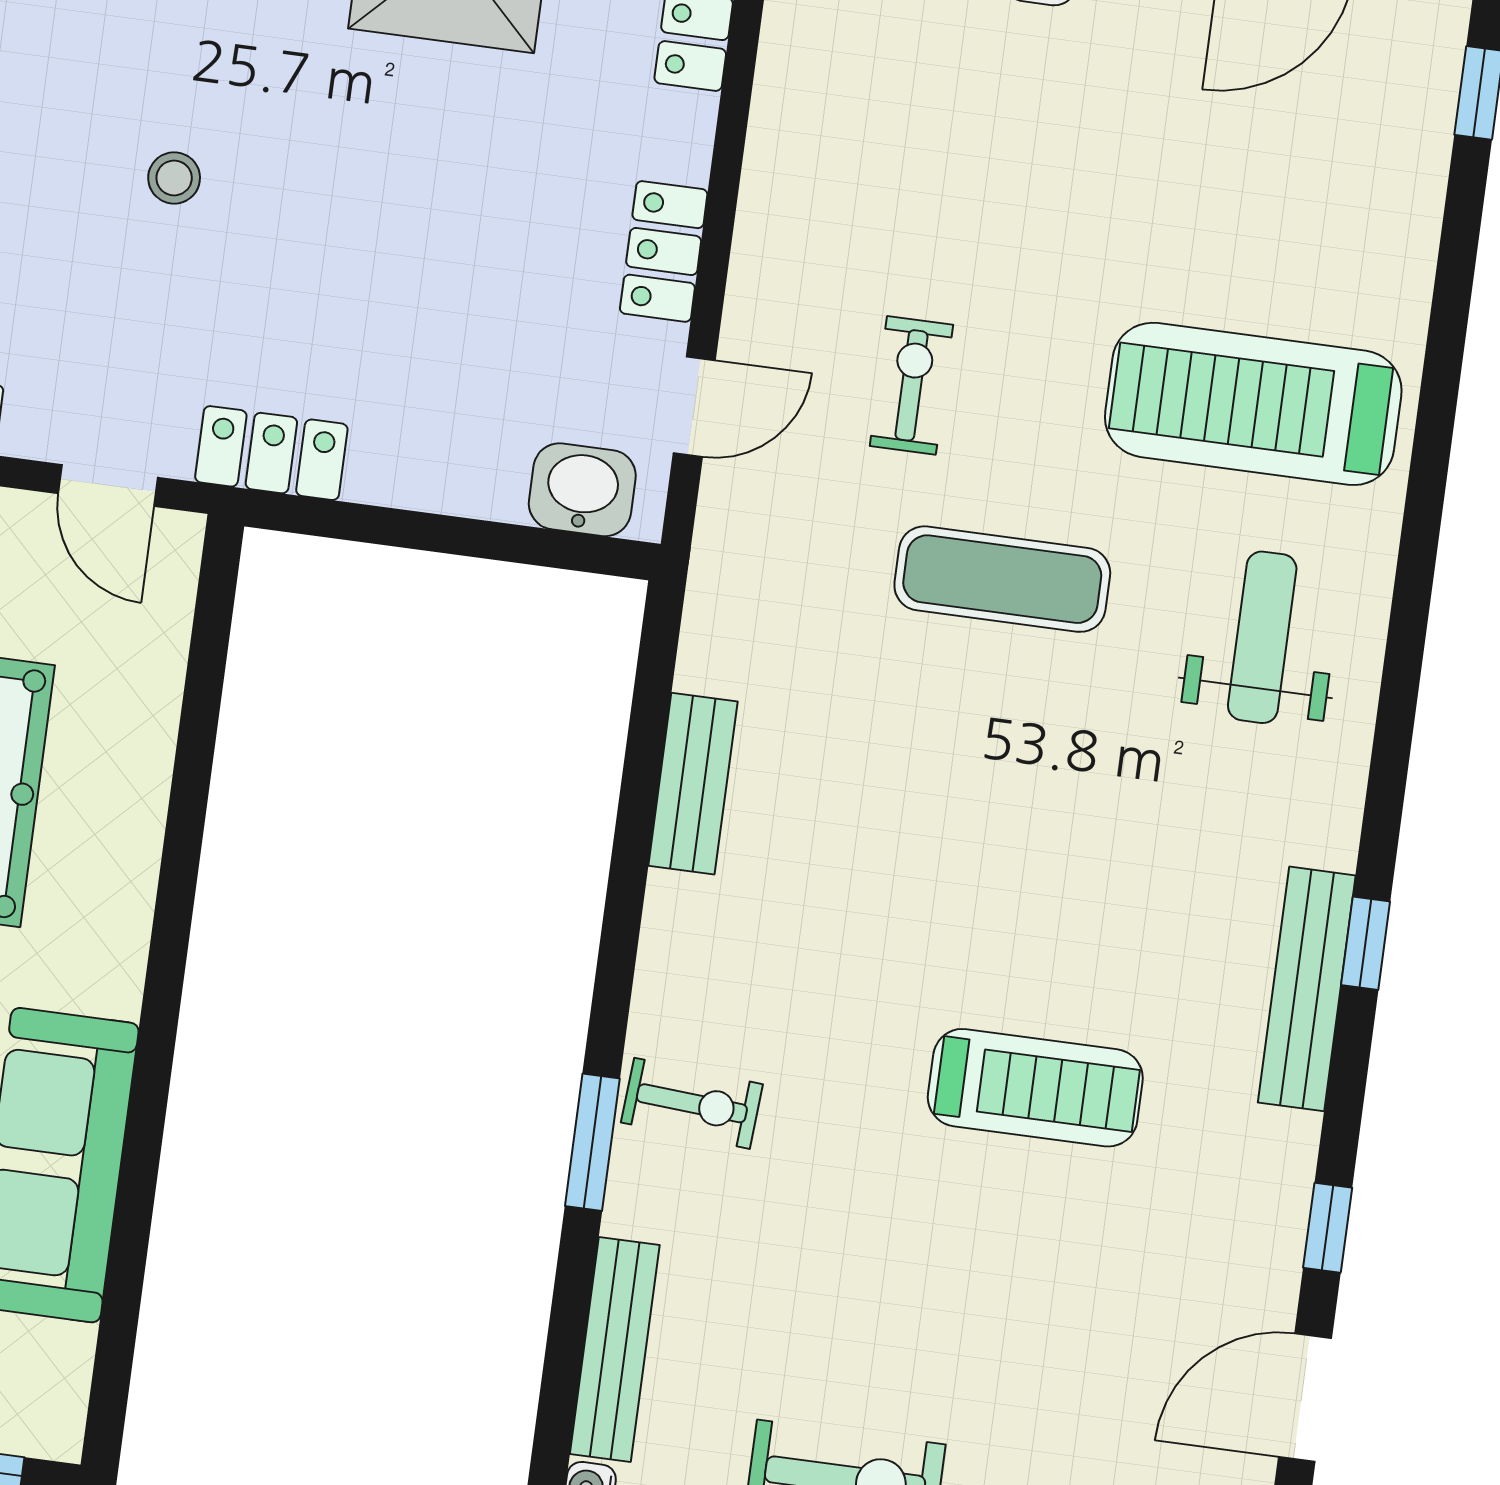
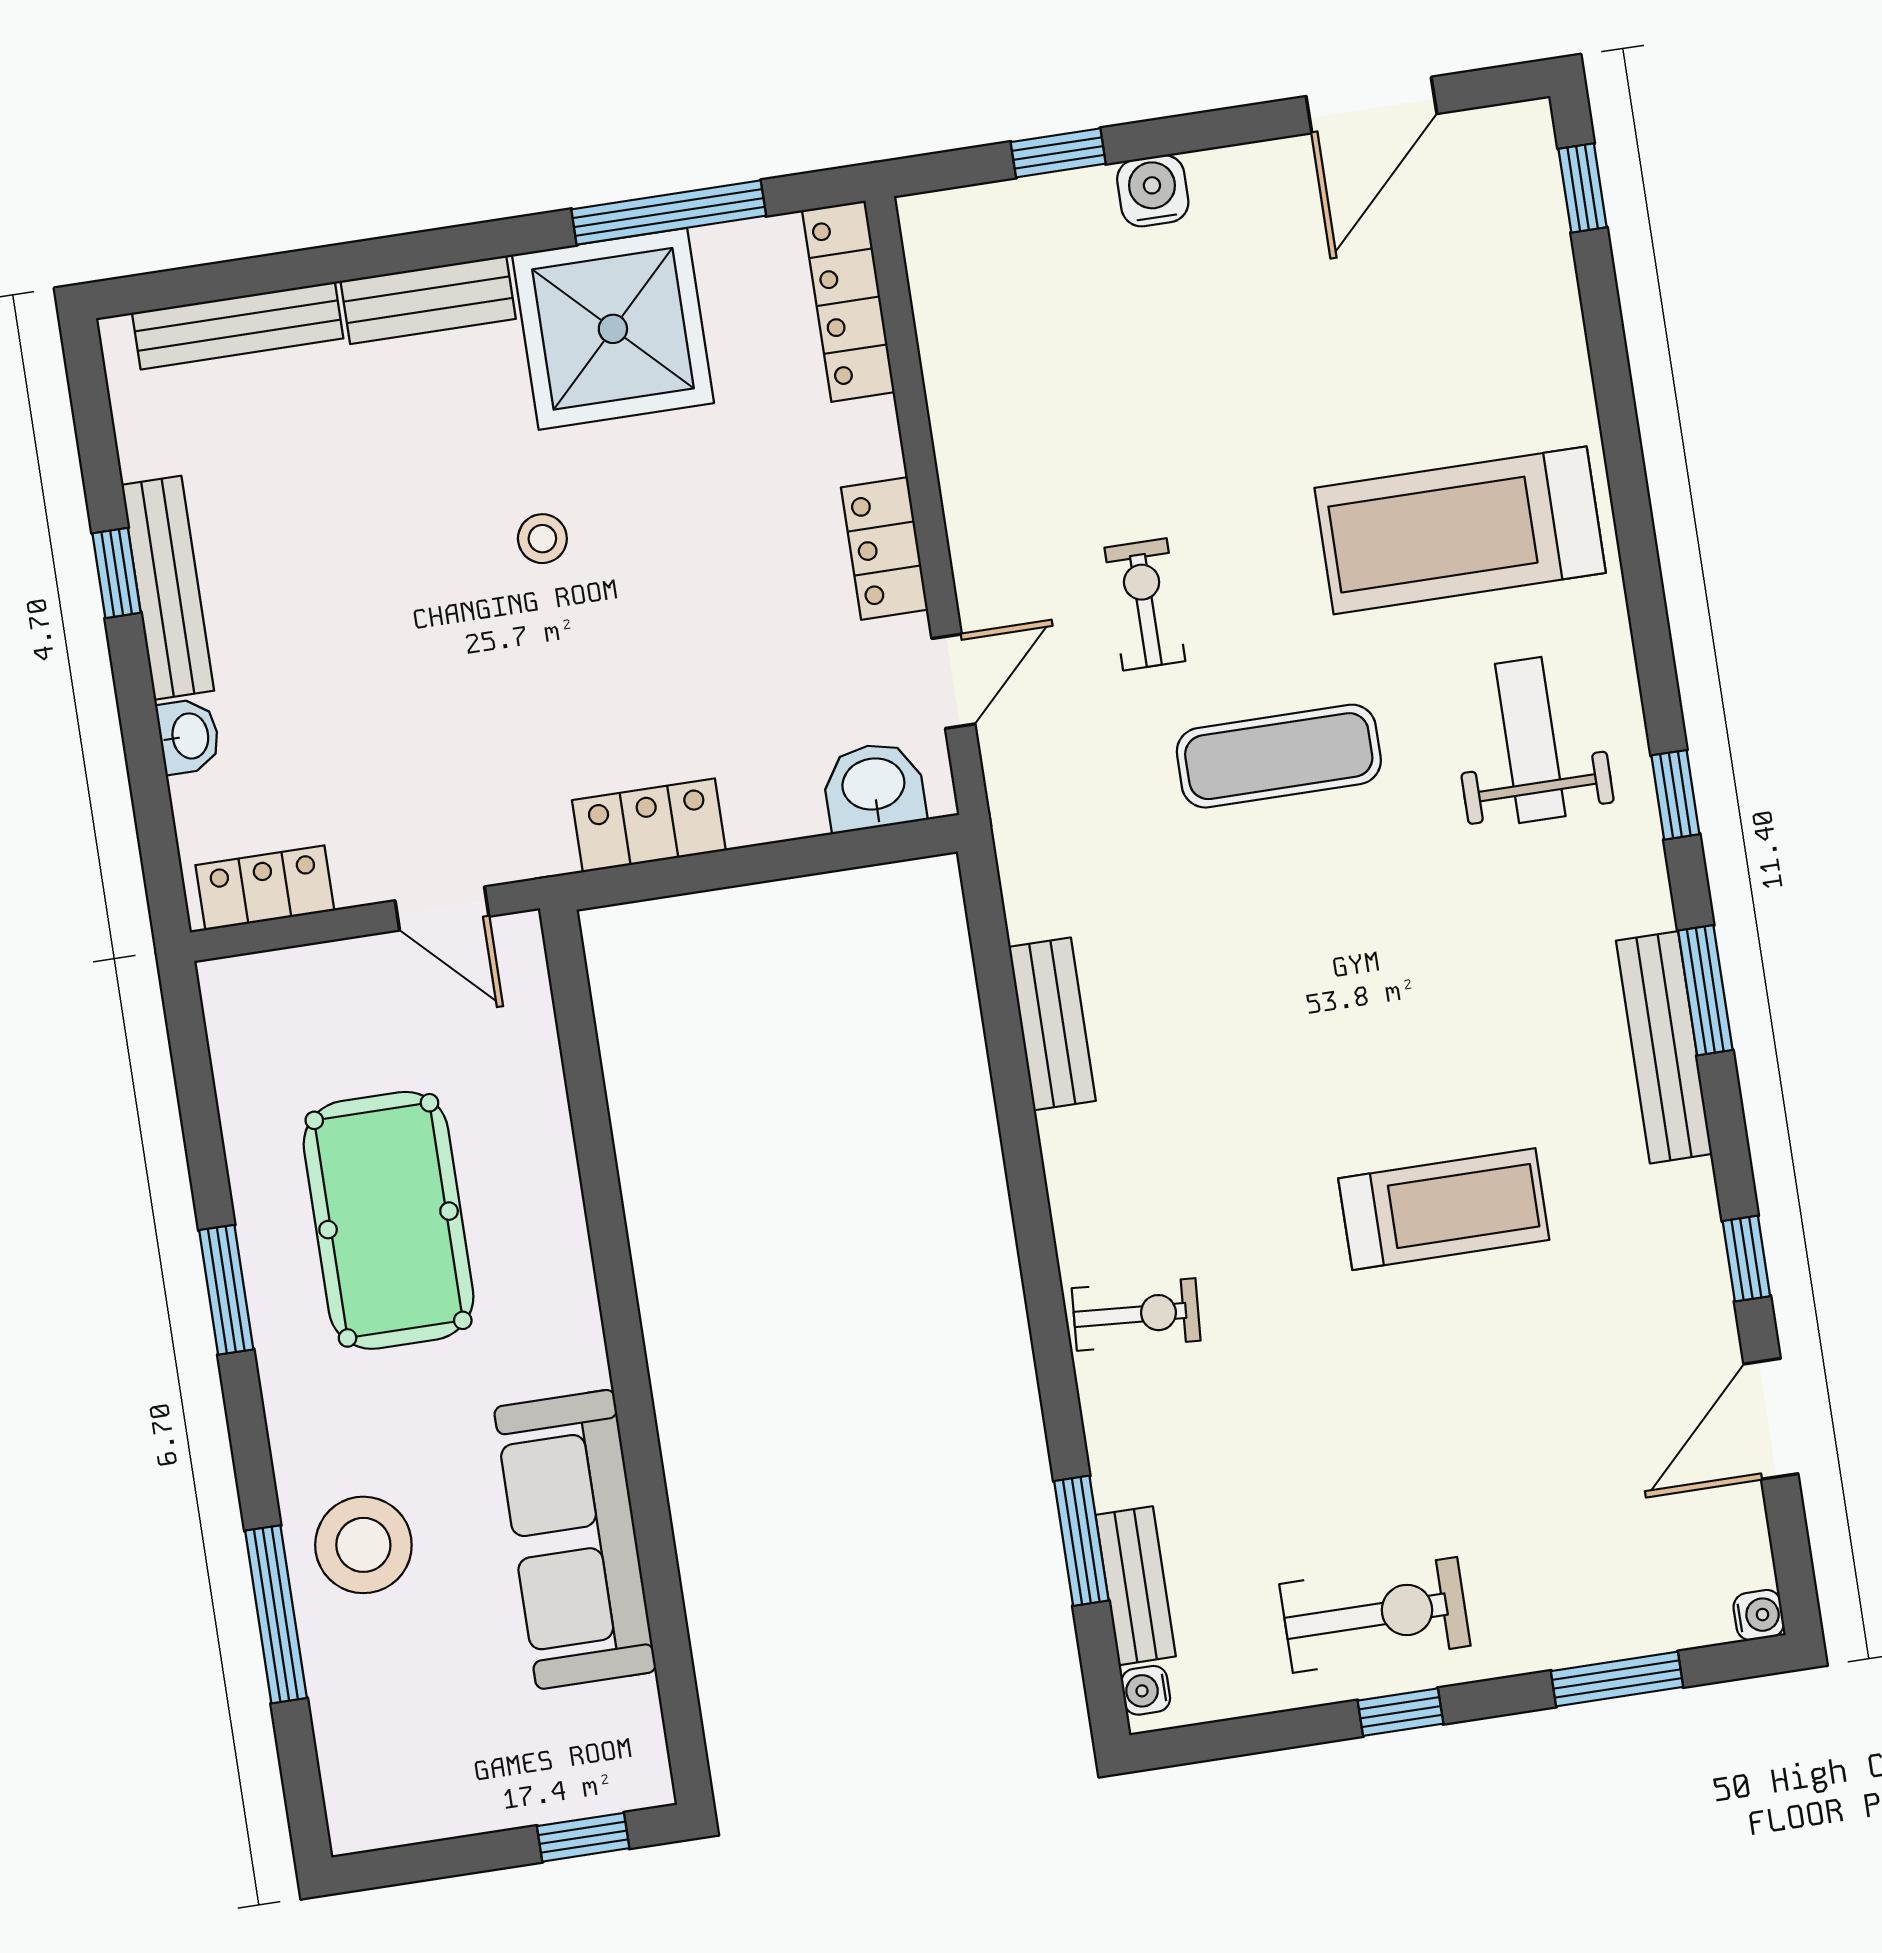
stool: (174, 178) -> (542, 539), moved
locker: (271, 453) -> (649, 825), moved
window: (1393, 736) -> (1675, 795), added
window: (1366, 943) -> (1705, 990), width x1.50
window: (592, 1142) -> (1081, 1541), moved
bench: (615, 1349) -> (1136, 1586), width x0.73

